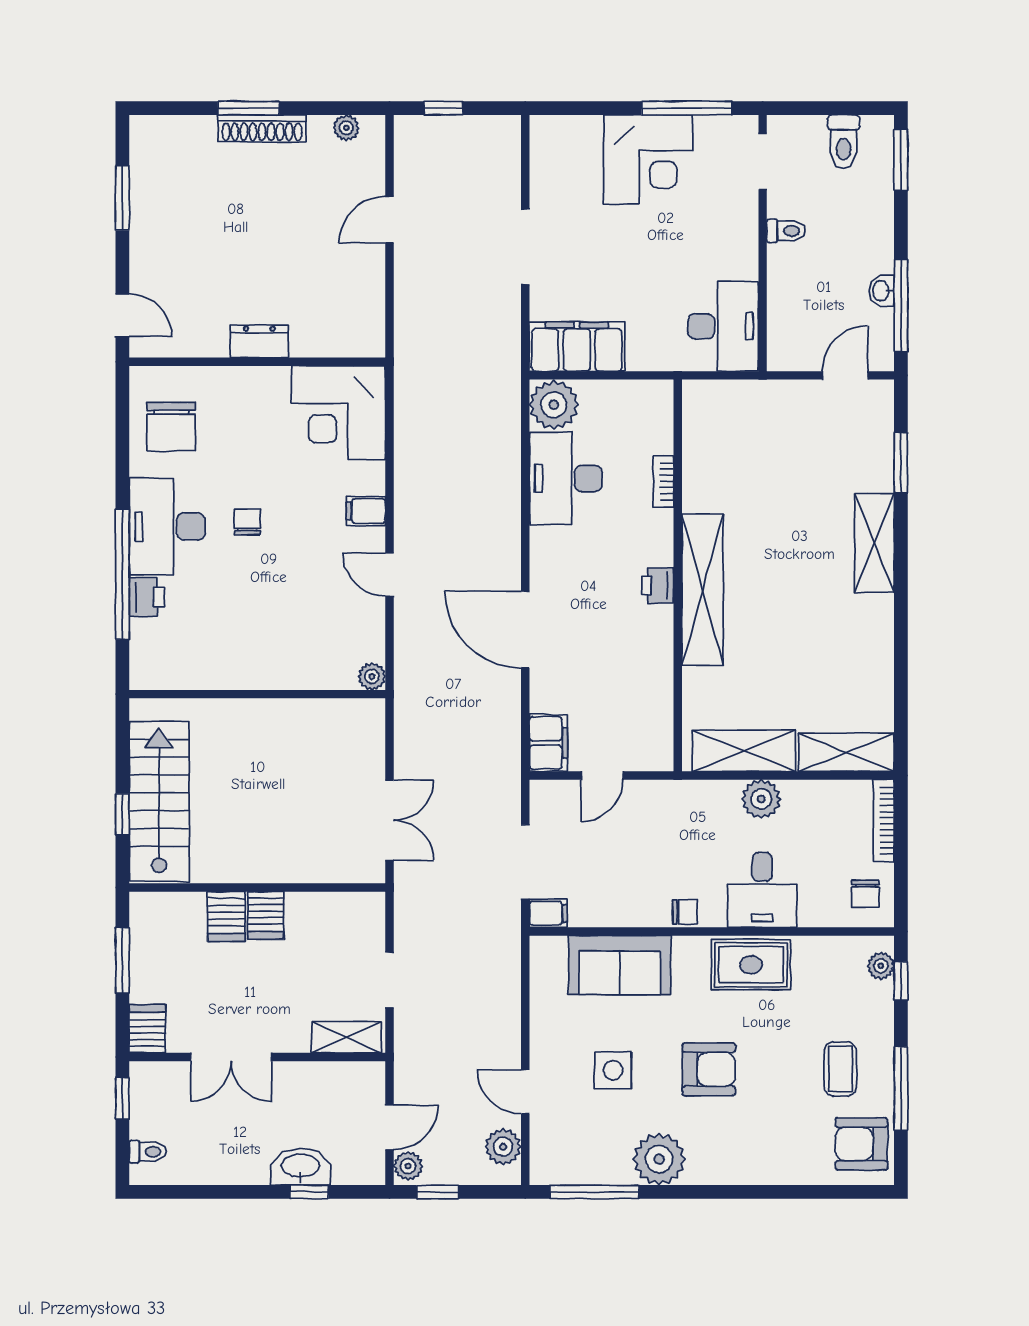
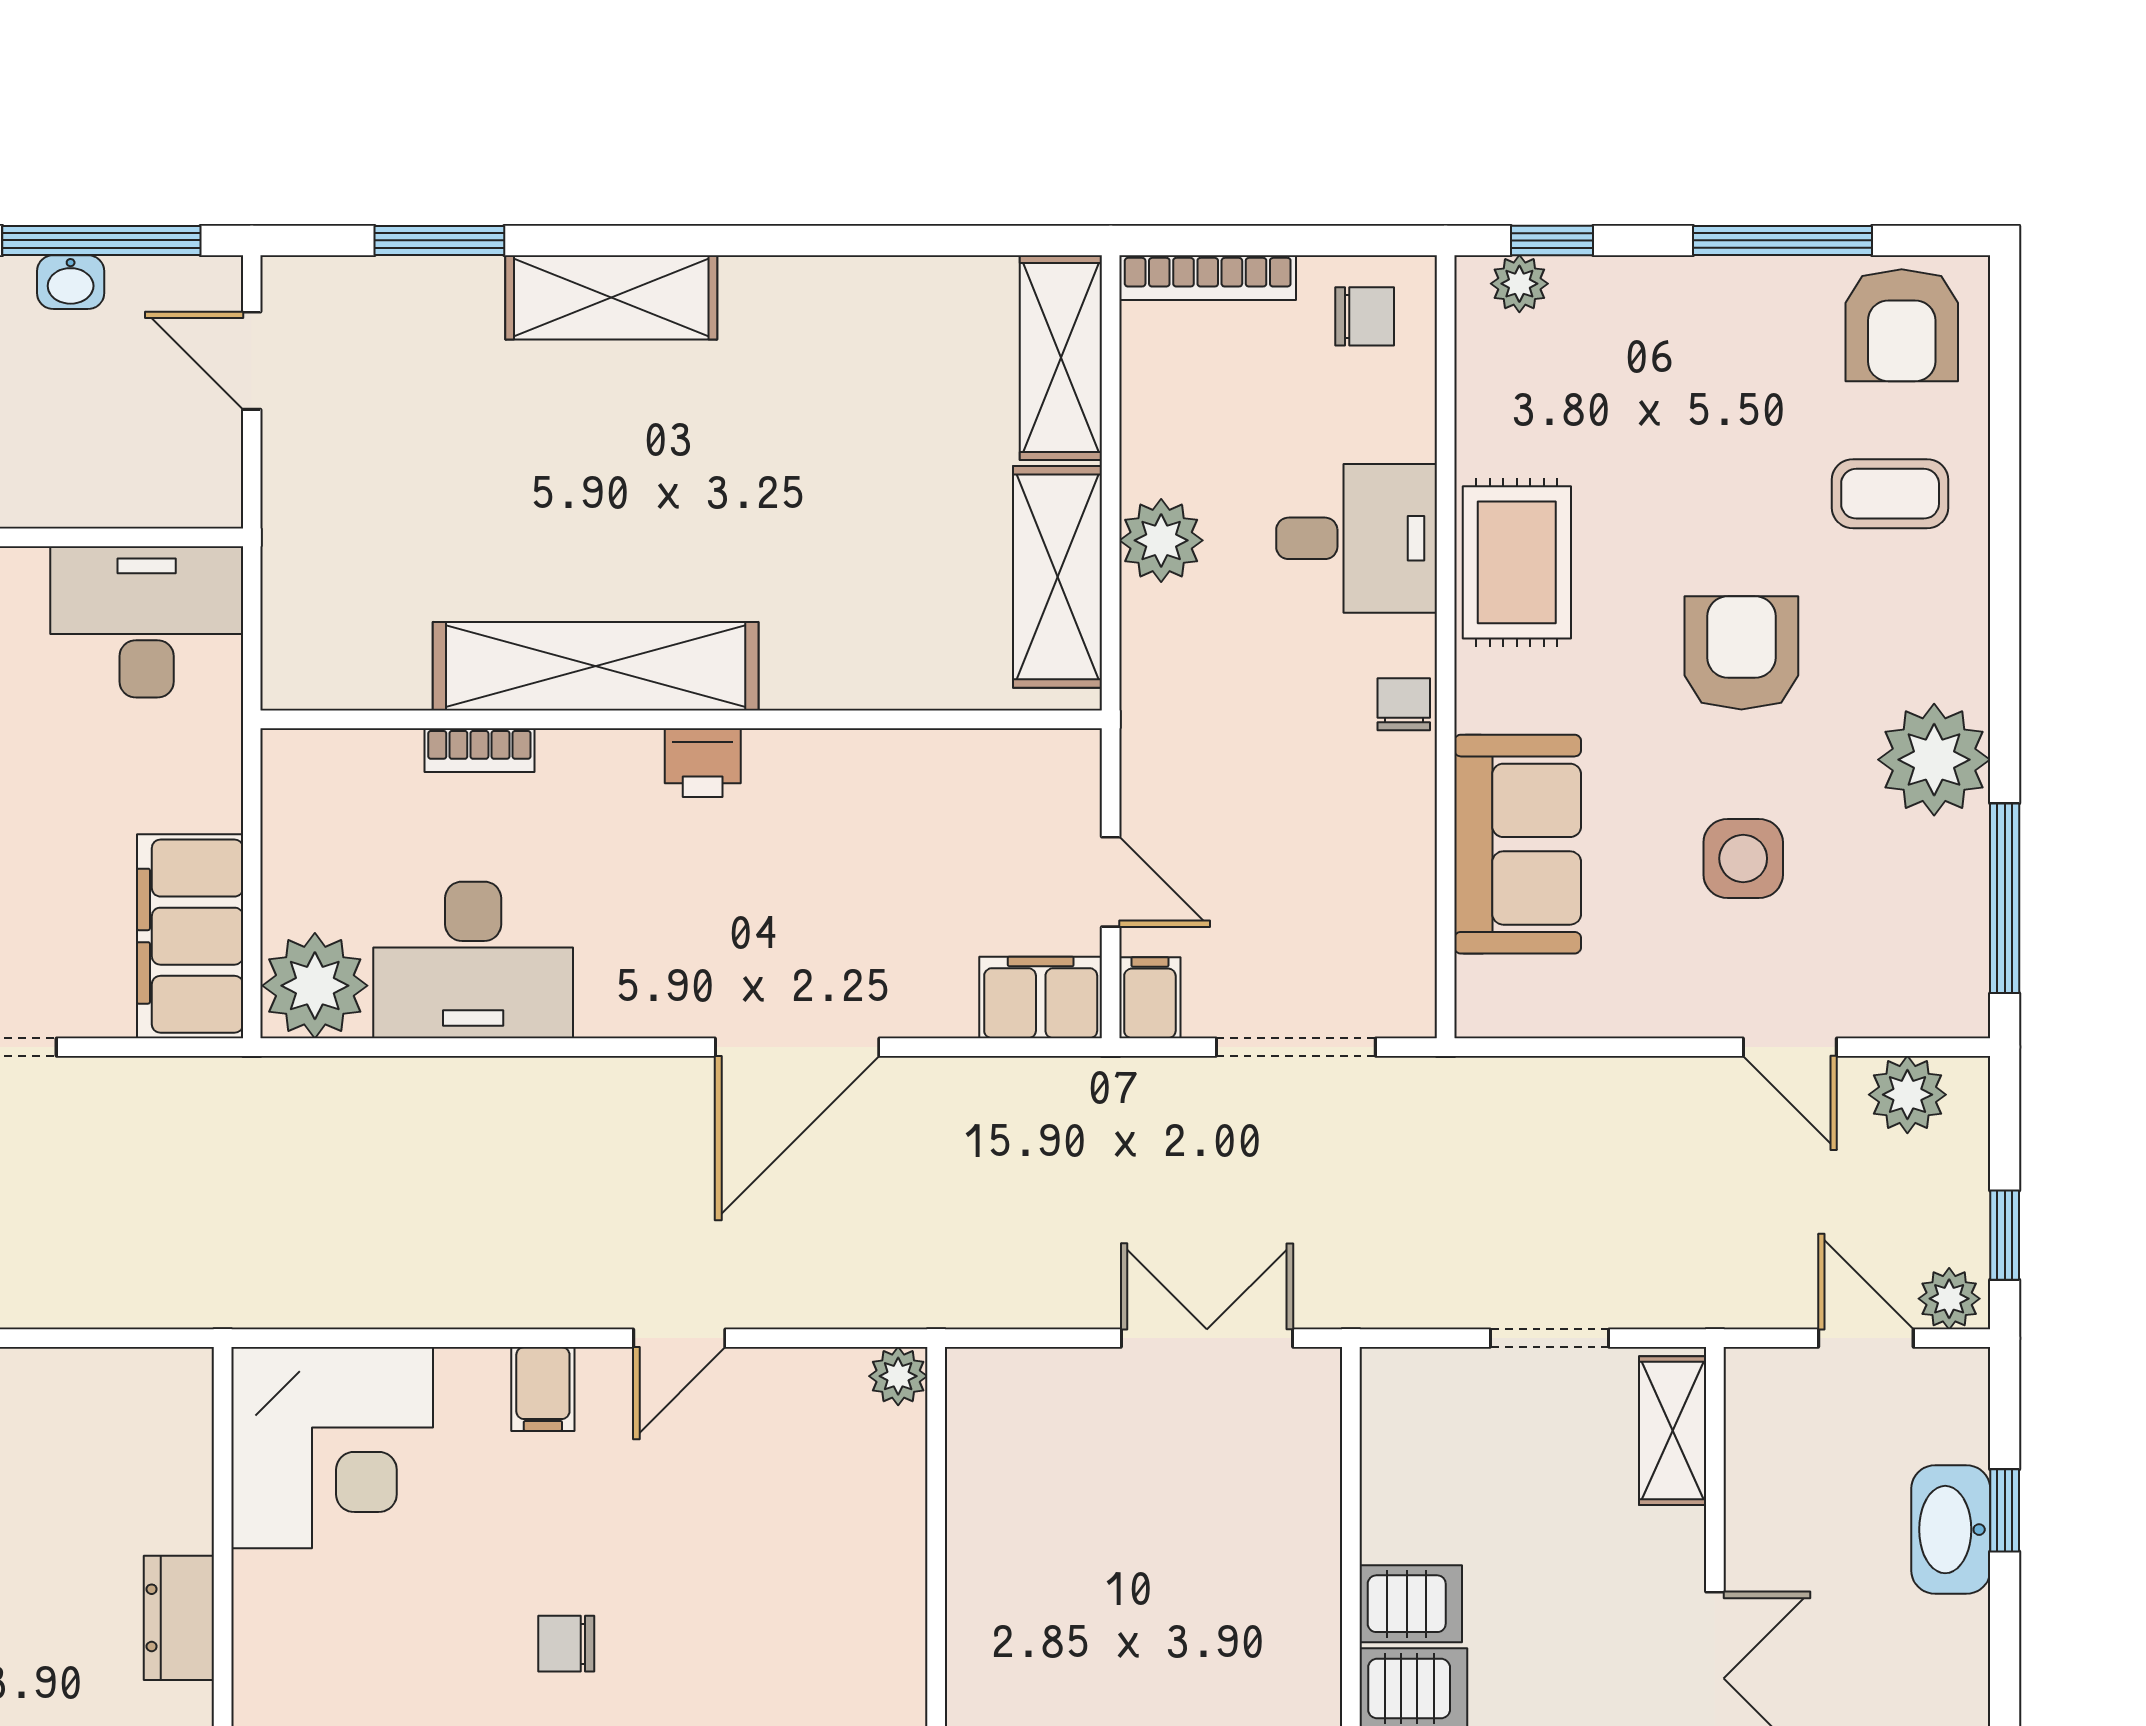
shelving: (703, 590) -> (596, 666), moved
filing cabinet: (548, 913) -> (1150, 998), moved
coffee table: (840, 1069) -> (1890, 494), moved
door: (525, 1092) -> (1790, 1047), hinge flipped

